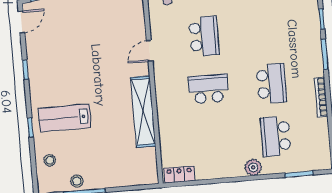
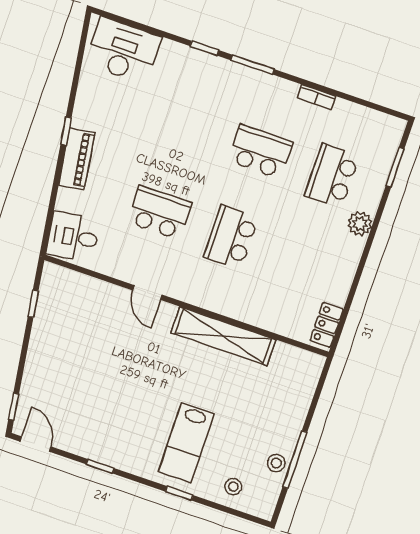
bookcase: (321, 97) -> (317, 97), width x0.64
school desk: (276, 136) -> (332, 176), turned 90

